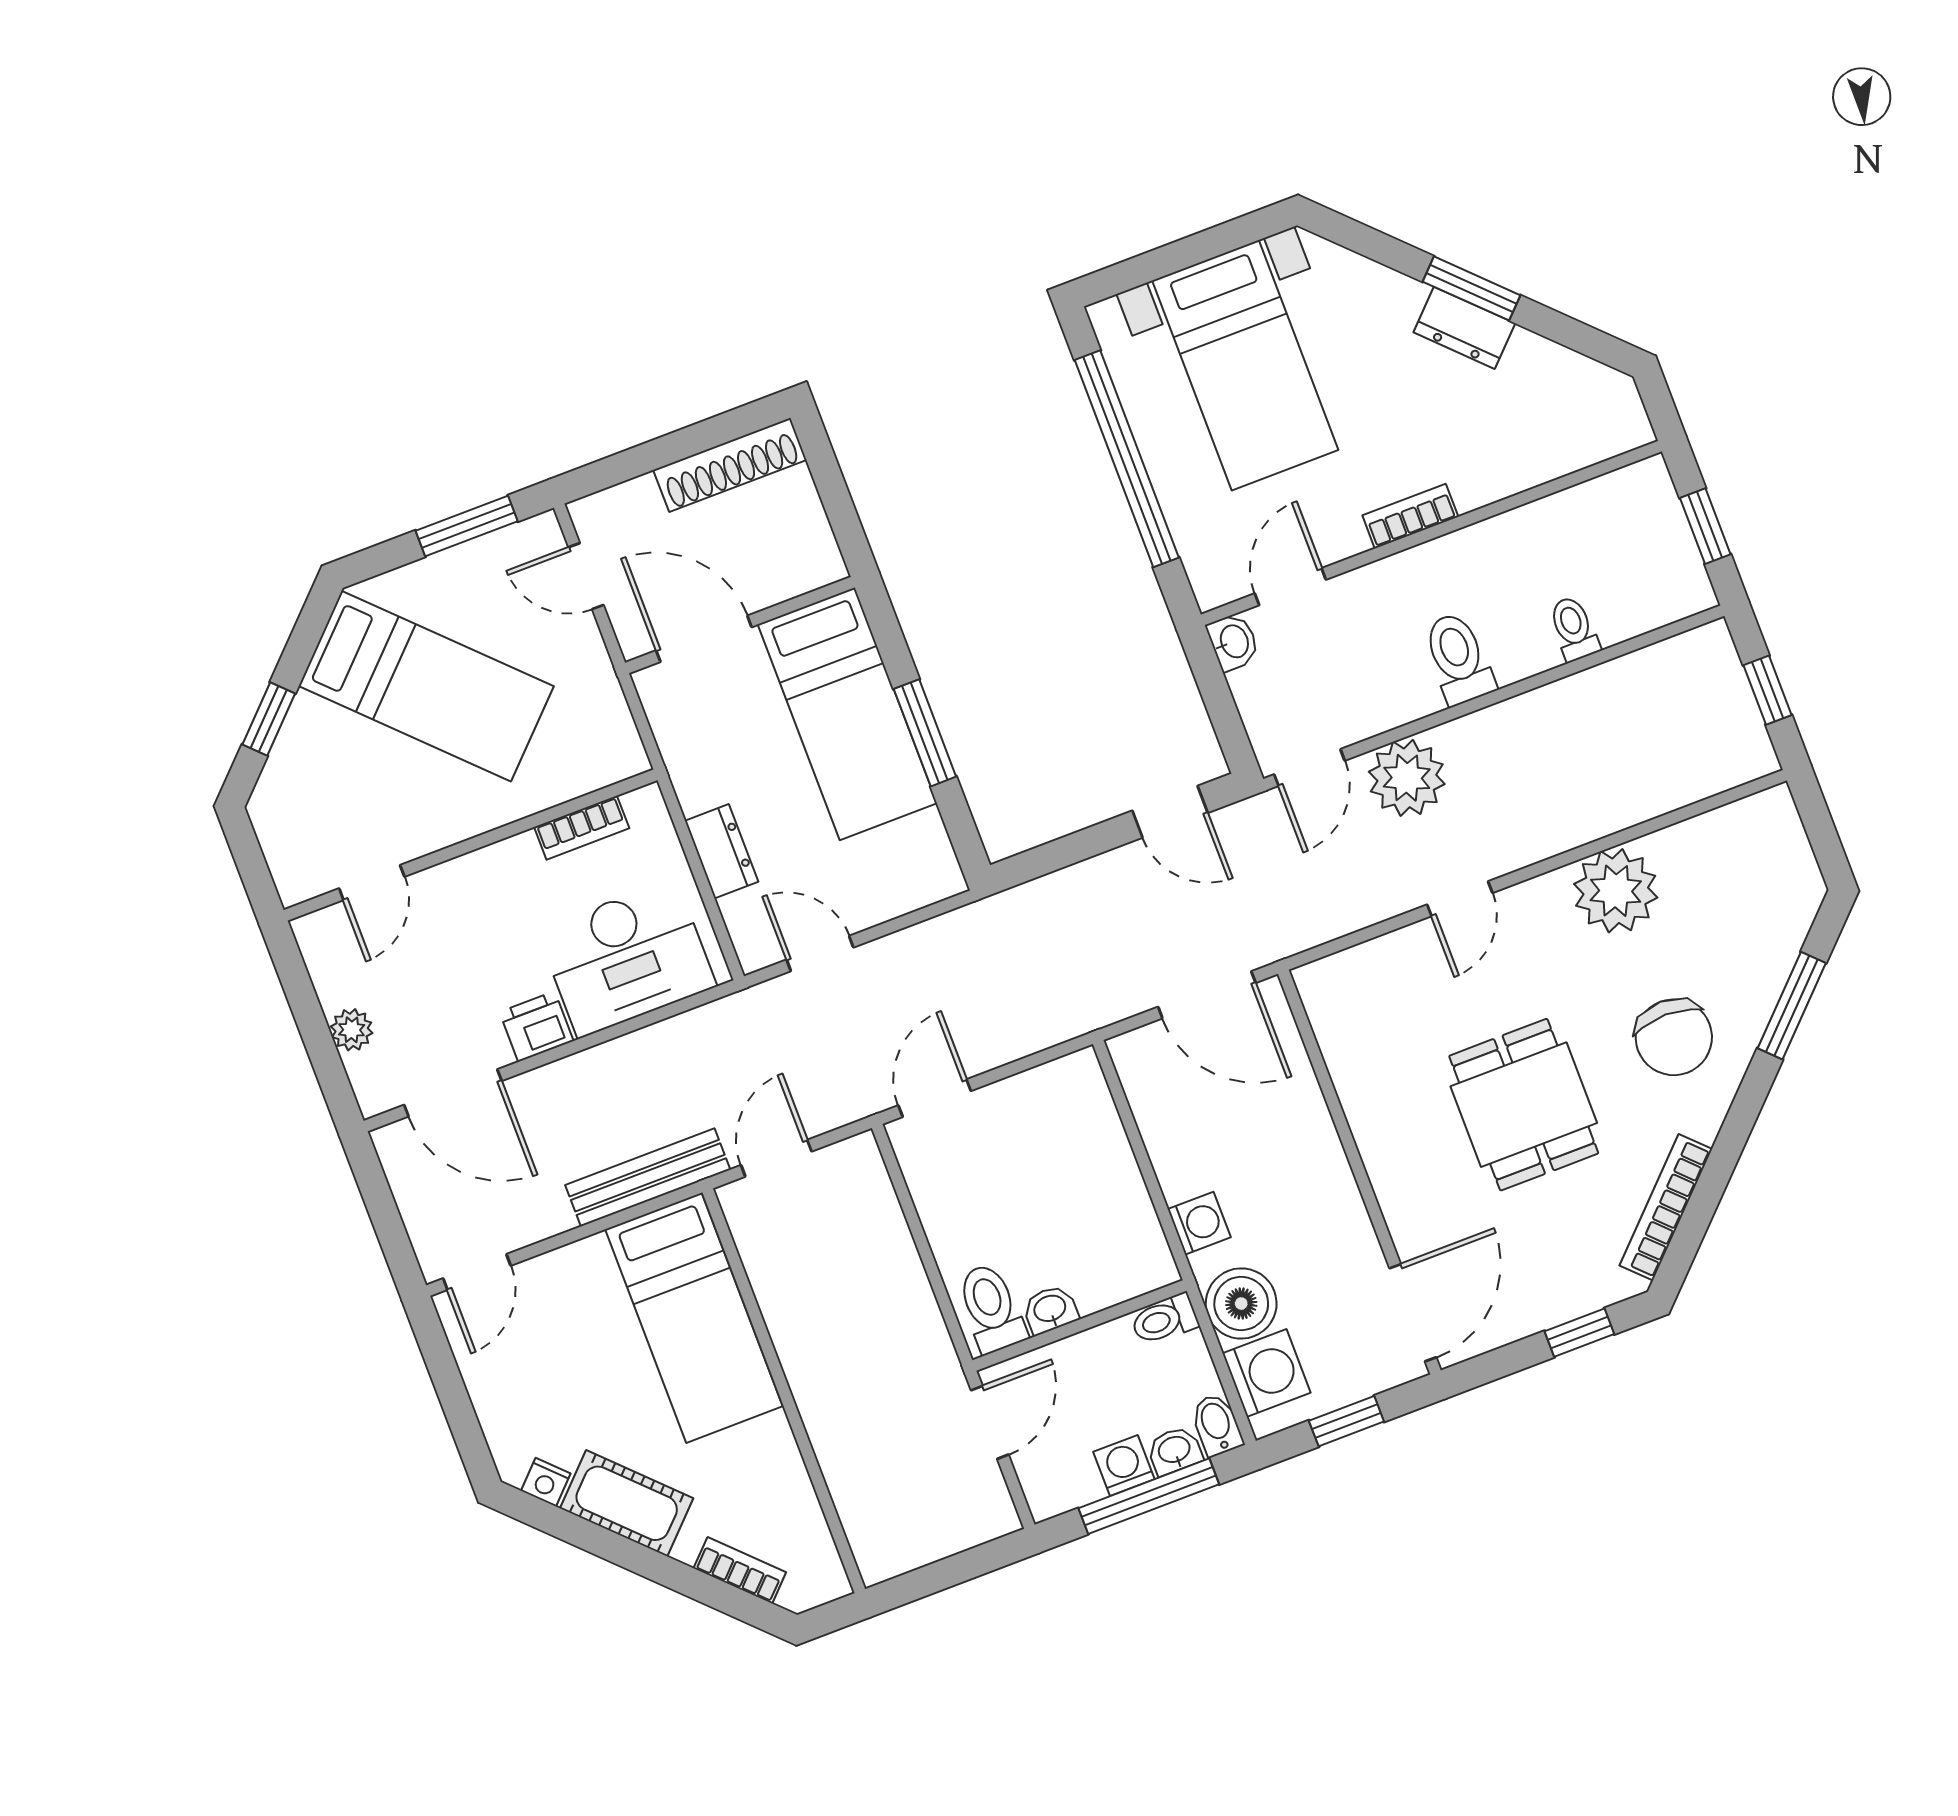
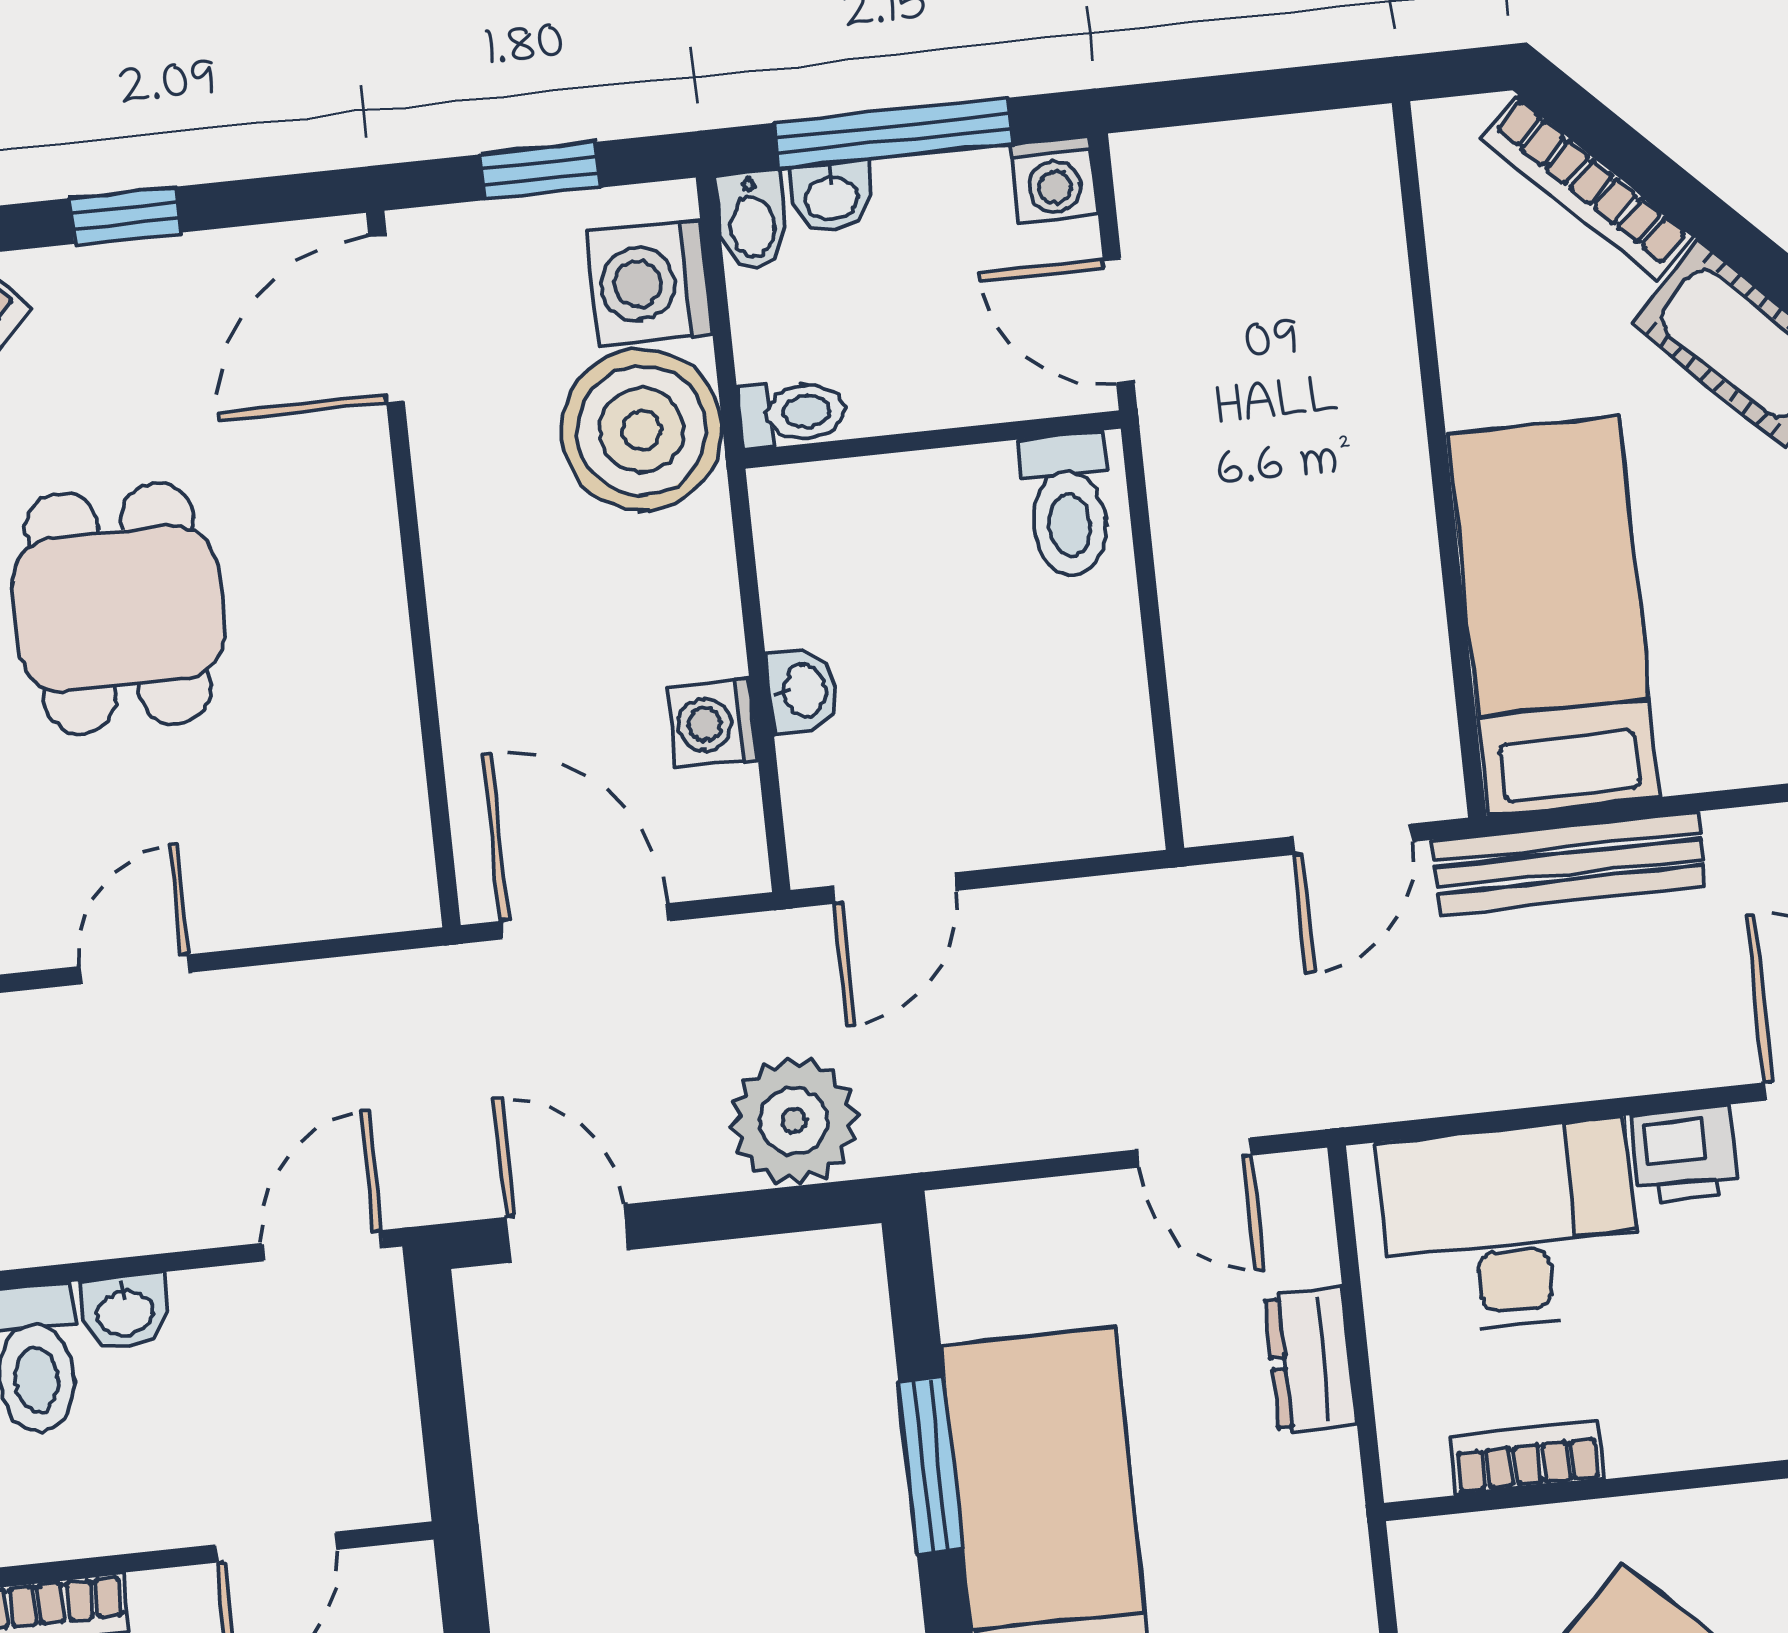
washbasin: (1233, 642) -> (125, 1311), moved, turned -90
plant: (1407, 778) -> (794, 1121), moved
door: (935, 1098) -> (894, 888), moved
washing machine: (1199, 1223) -> (713, 723), moved
boiler: (1241, 1304) -> (642, 430), width x1.37, depth x1.37
washbasin: (1050, 1309) -> (803, 691), moved, turned -90
door: (990, 1422) -> (1119, 321), hinge flipped
washing machine: (1124, 1465) -> (1054, 179), moved
bookcase: (740, 1570) -> (1587, 187), width x1.56

